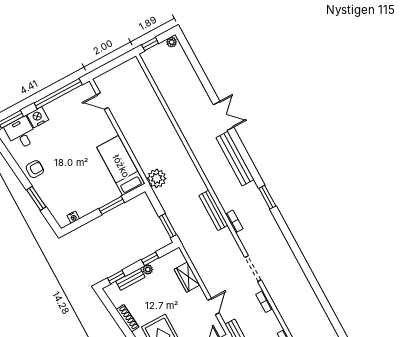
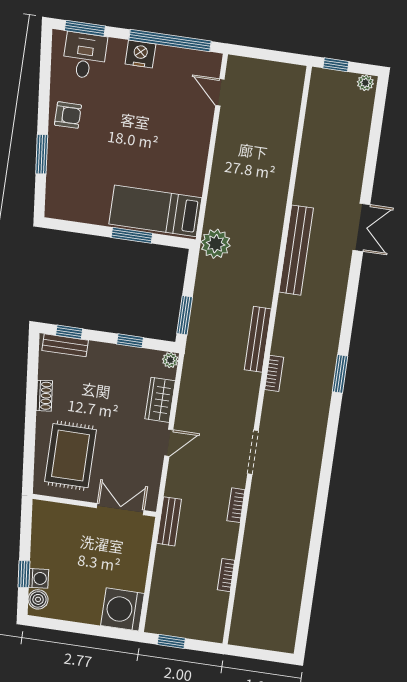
nightstand: (38, 117) -> (140, 54), moved
bench: (235, 159) -> (296, 250), moved
bed: (121, 166) -> (155, 211), moved, turned -90
nightstand: (73, 217) -> (71, 214), removed
plant: (148, 269) -> (170, 360), moved
bench: (130, 279) -> (65, 345), moved
door: (213, 306) -> (169, 443), moved
shoe rack: (128, 318) -> (44, 396), width x0.70

